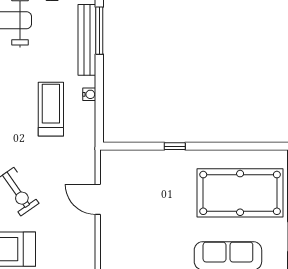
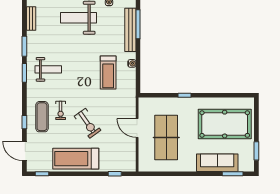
treadmill: (51, 109) -> (108, 72), turned 180
table tennis table: (145, 215) -> (166, 137), added

